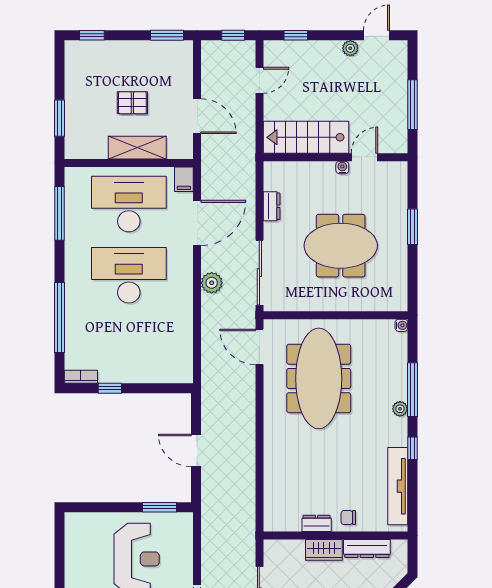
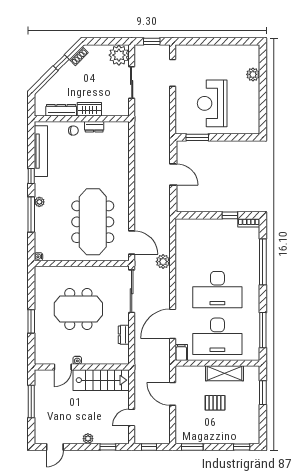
plant: (350, 48) -> (88, 439), moved
shelving: (137, 148) -> (225, 373), moved
plant: (212, 283) -> (163, 262), moved

